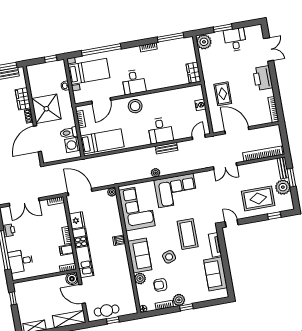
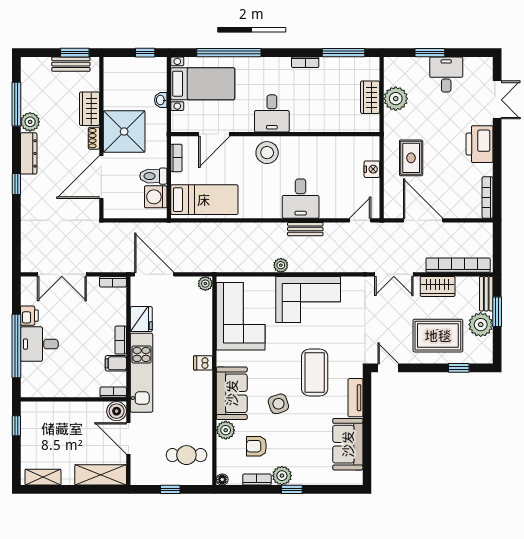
plant: (204, 42) -> (396, 99), moved
wardrobe: (194, 73) -> (370, 97), moved
wardrobe: (253, 169) -> (438, 286), added
desk: (21, 261) -> (39, 344), moved
cafe table: (107, 310) -> (186, 455), moved

